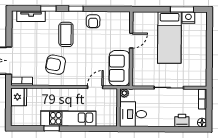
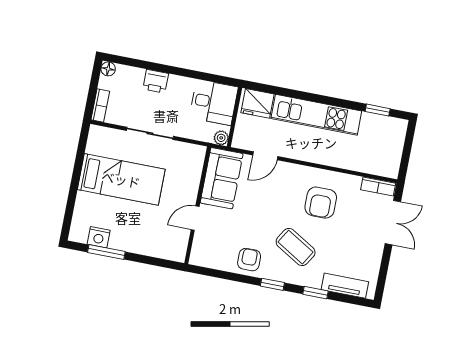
coffee table: (66, 34) -> (296, 247), turned -59
bed: (169, 38) -> (121, 179), moved, turned 90
armchair: (56, 65) -> (321, 203), turned 80
fridge: (19, 97) -> (257, 103), moved, turned -90
printer: (182, 121) -> (156, 81), moved
window: (52, 128) -> (378, 110), moved

